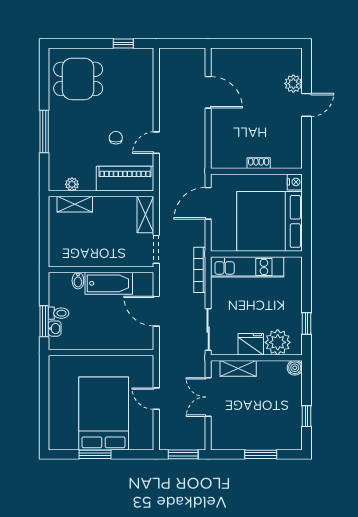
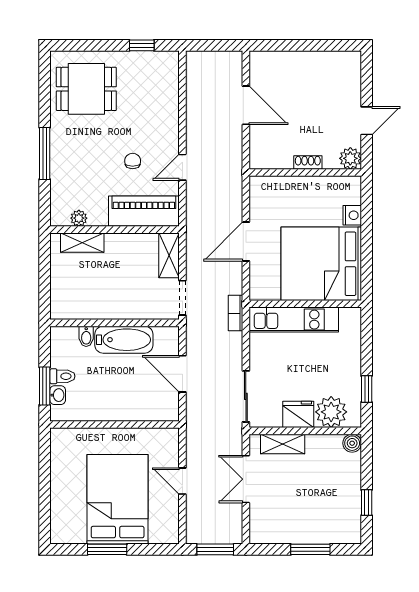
plant: (293, 84) -> (350, 158), moved
shoe rack: (259, 163) -> (308, 162), moved
wall: (256, 171) -> (305, 172), moved
bookcase: (200, 270) -> (236, 313), width x0.64

